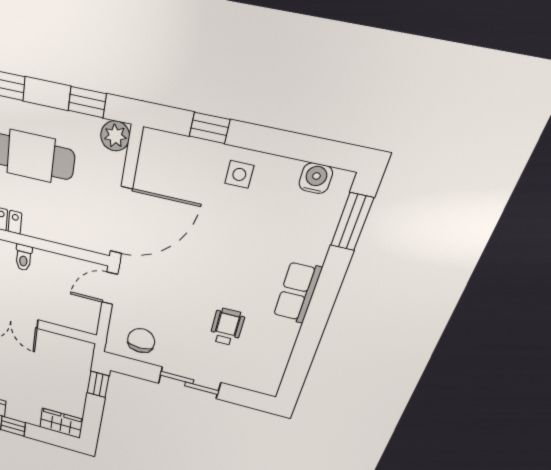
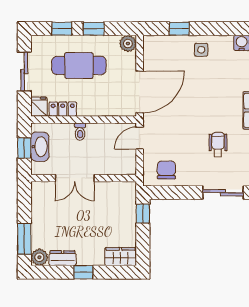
window: (87, 102) -> (94, 29), moved
sliding door: (189, 383) -> (223, 193), moved

